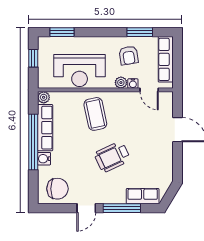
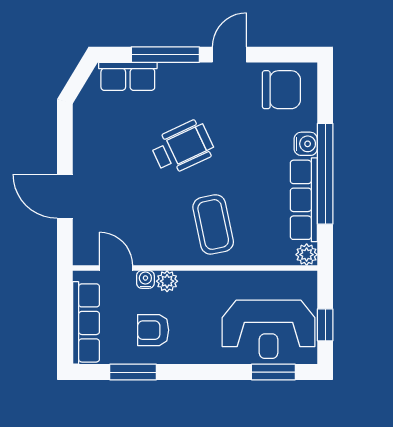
armchair: (129, 55) -> (153, 330), turned -81
reception desk: (80, 70) -> (269, 329), moved, turned 180
chair: (57, 189) -> (281, 90), turned 180

